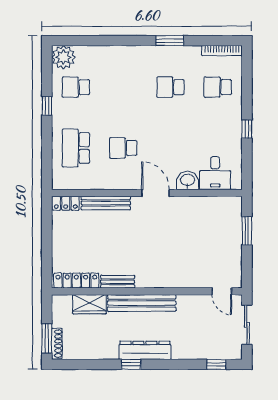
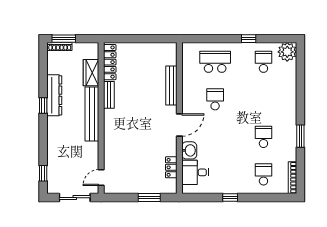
locker: (66, 203) -> (171, 167), moved
dresser: (145, 350) -> (54, 95), moved

